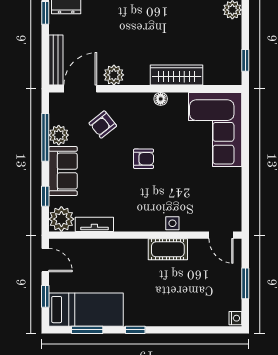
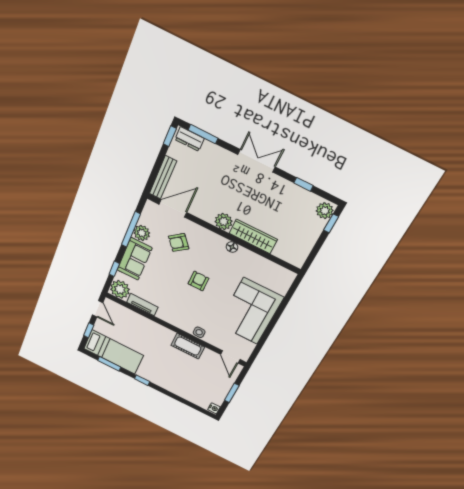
window: (245, 60) -> (331, 223), moved
plant: (114, 75) -> (224, 221), moved
corner sofa: (215, 129) -> (250, 311), moved
armchair: (144, 159) -> (198, 281), turned -90

